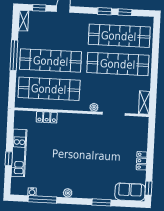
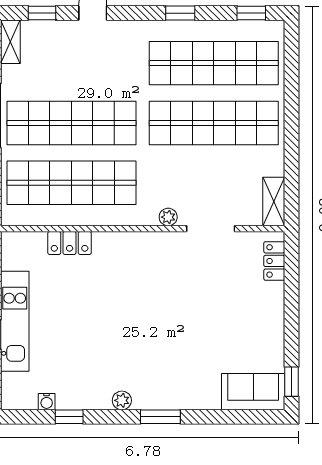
window: (125, 12) -> (251, 13), moved
locker: (142, 161) -> (274, 261), moved
window: (42, 199) -> (69, 417), width x0.46
window: (101, 202) -> (160, 417), moved

